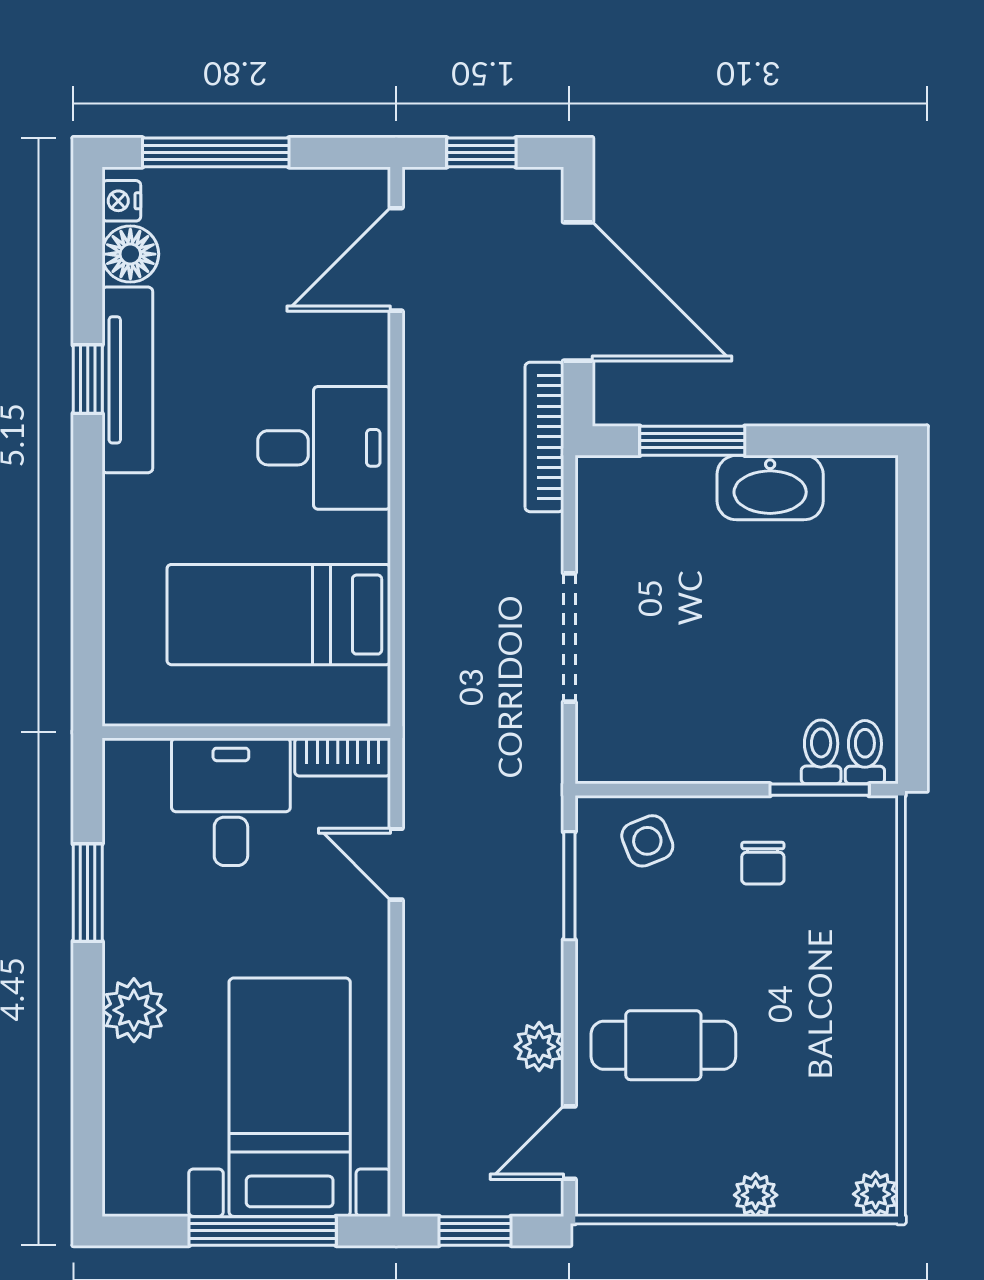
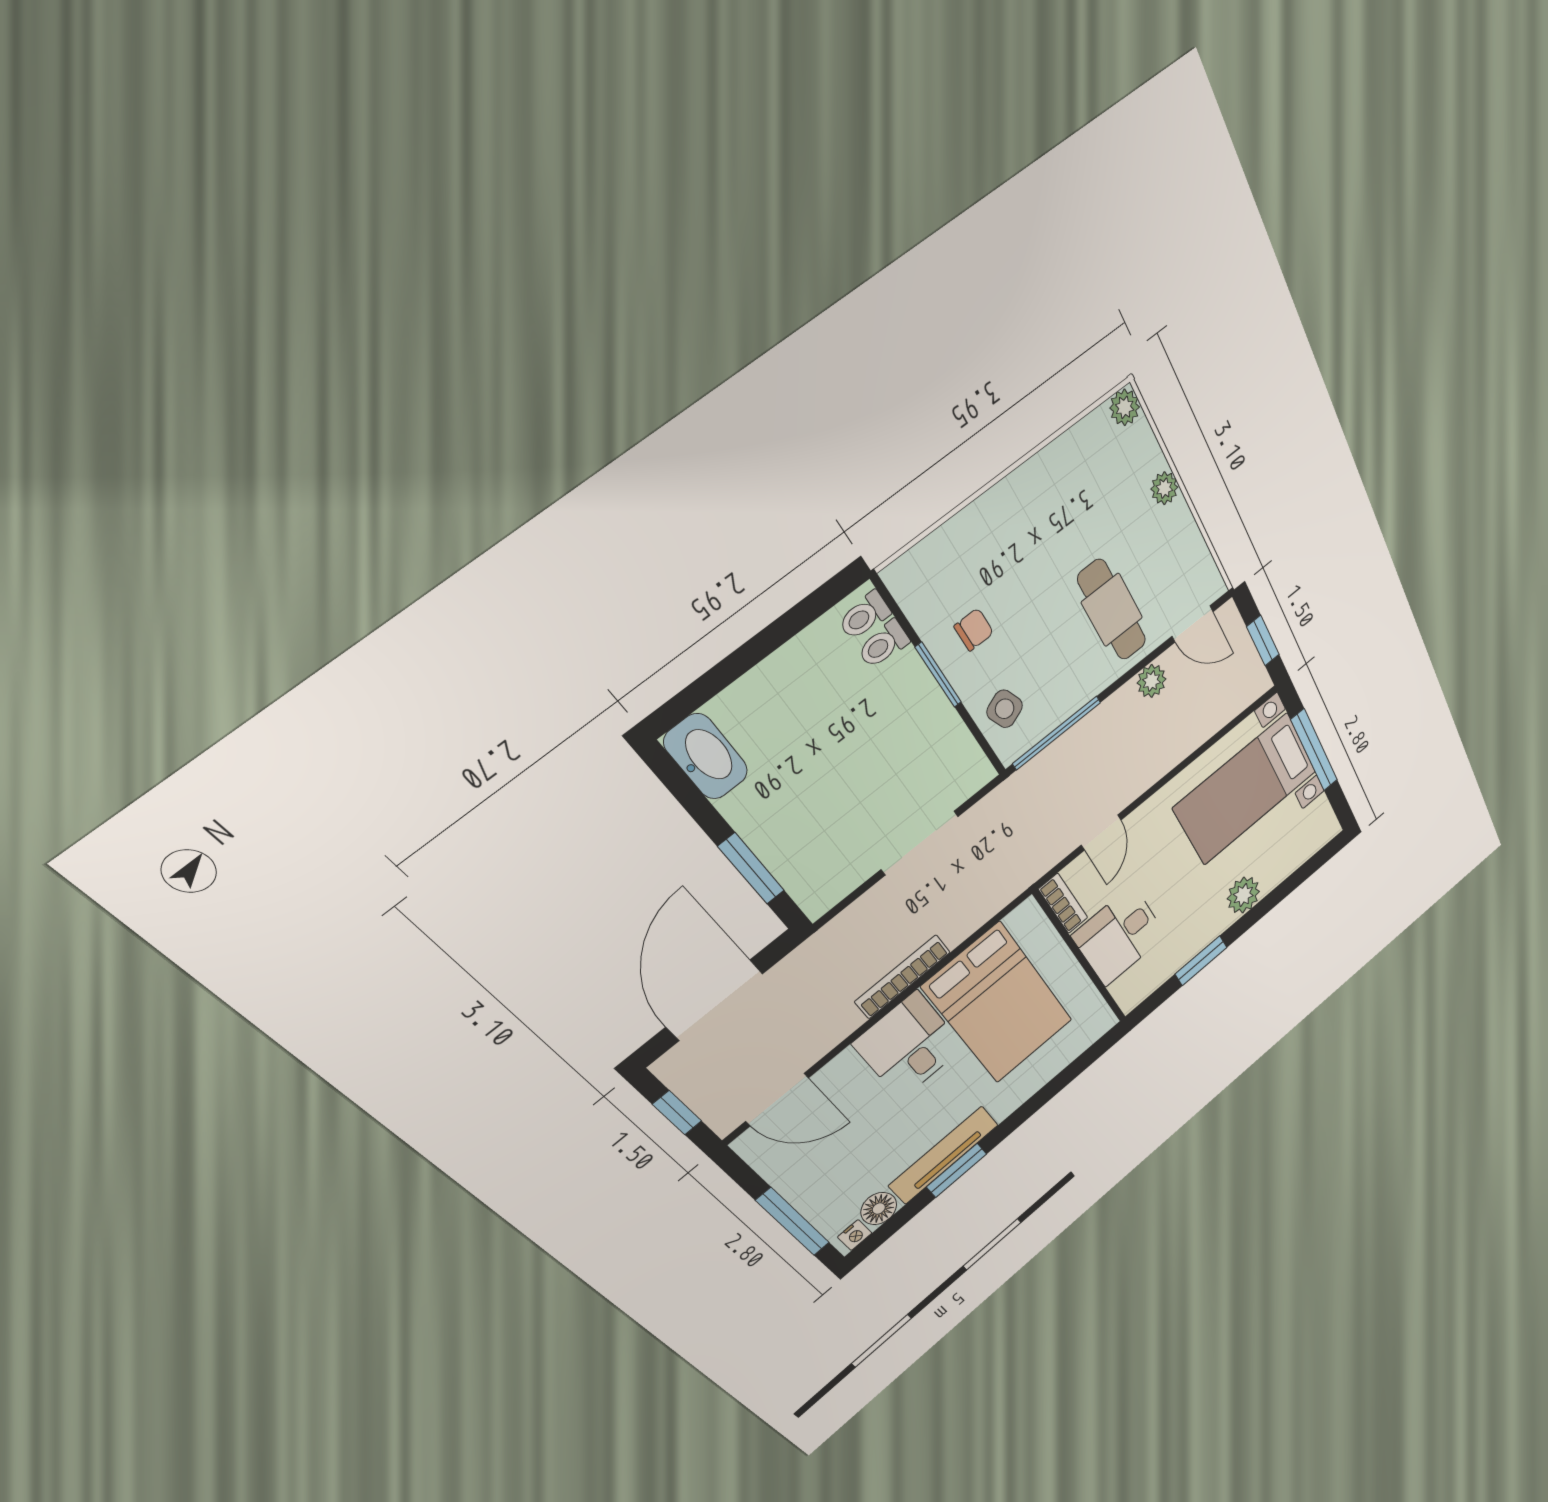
window: (88, 379) -> (957, 1170), width x1.50
bookcase: (544, 437) -> (903, 977), moved, turned 180
washbasin: (770, 488) -> (706, 757), moved
bed: (279, 615) -> (999, 1004), width x1.50
window: (820, 790) -> (938, 675), moved
window: (569, 886) -> (1057, 733), width x1.44

